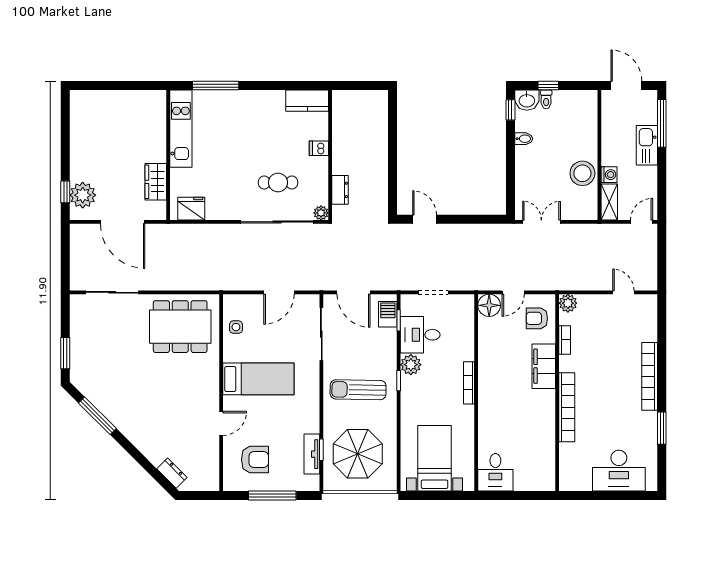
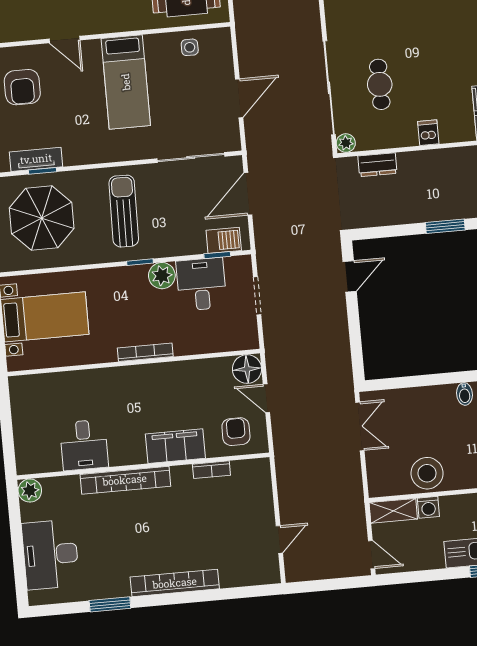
window: (393, 142) -> (445, 226), added
door: (279, 292) -> (239, 98), swing flipped
plant: (568, 303) -> (30, 491), moved
desk: (495, 472) -> (84, 445), moved, turned -90

